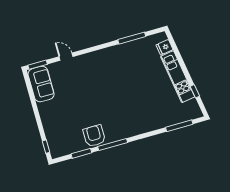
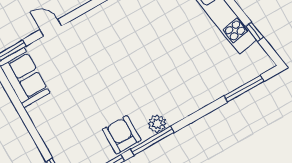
plant: (118, 134) -> (157, 124), added

